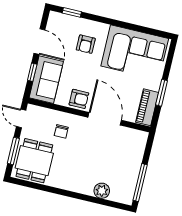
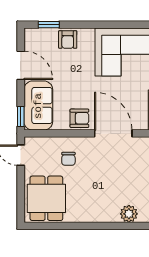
armchair: (86, 44) -> (68, 40), moved
window: (32, 72) -> (21, 116), moved
window: (13, 151) -> (21, 193), removed

